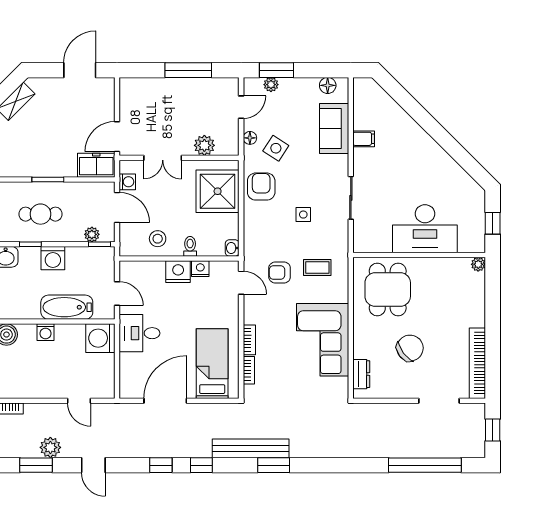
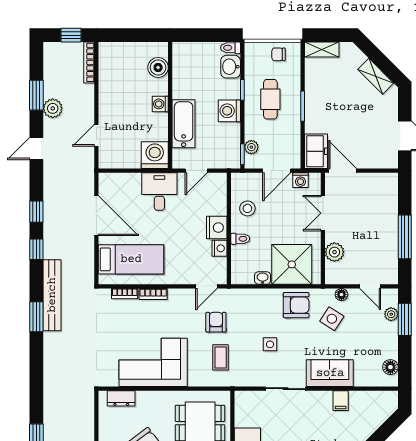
sofa: (334, 128) -> (330, 373), moved
washbasin: (232, 248) -> (263, 278), moved

